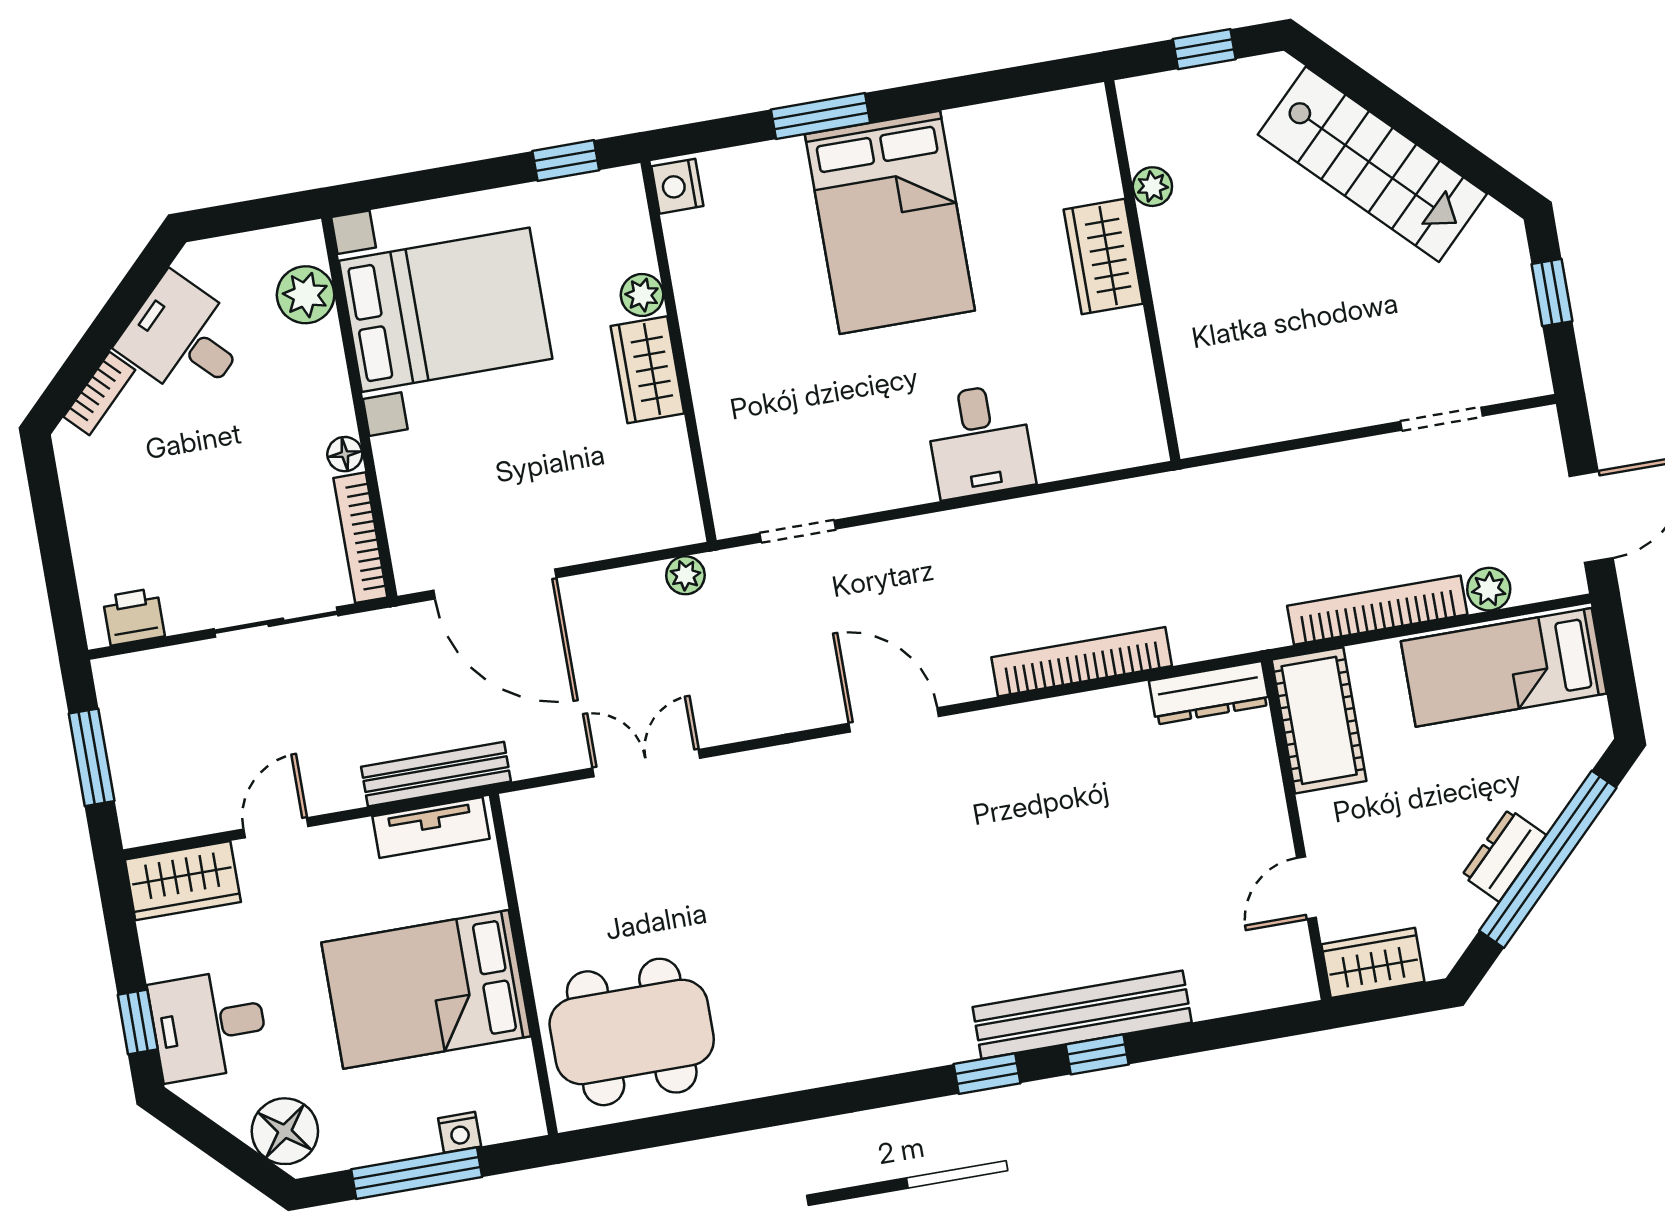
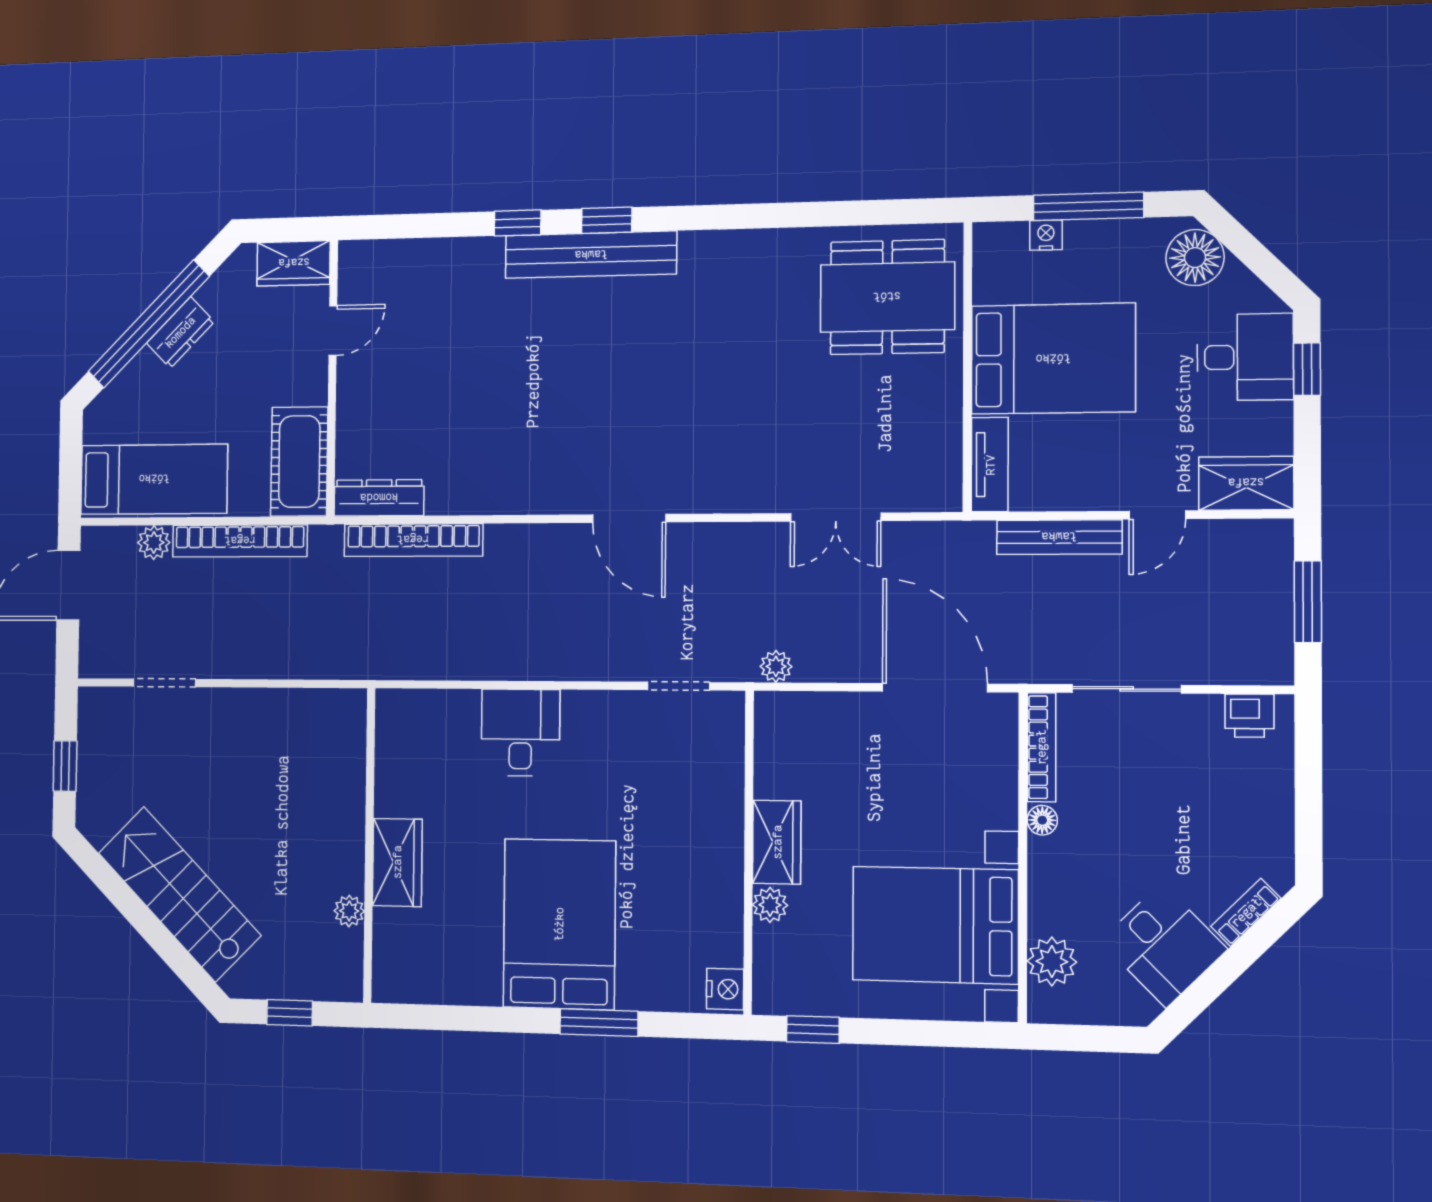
bookcase: (1082, 662) -> (413, 540), moved
bench: (436, 774) -> (1059, 537), moved
tv unit: (431, 827) -> (990, 465), moved, turned 90
bench: (1082, 1015) -> (591, 255), moved

